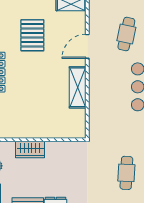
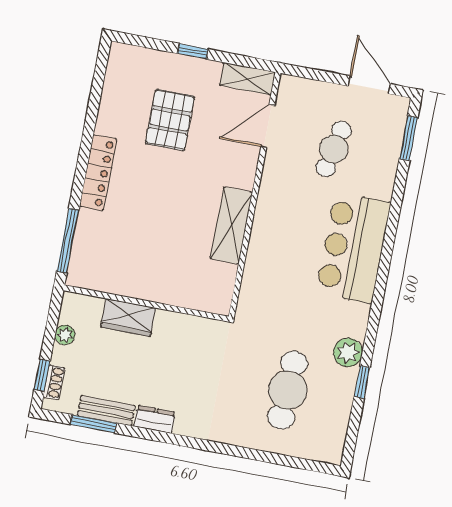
door: (87, 46) -> (268, 126), moved
cafe table: (126, 173) -> (288, 390), width x1.37, depth x1.35

